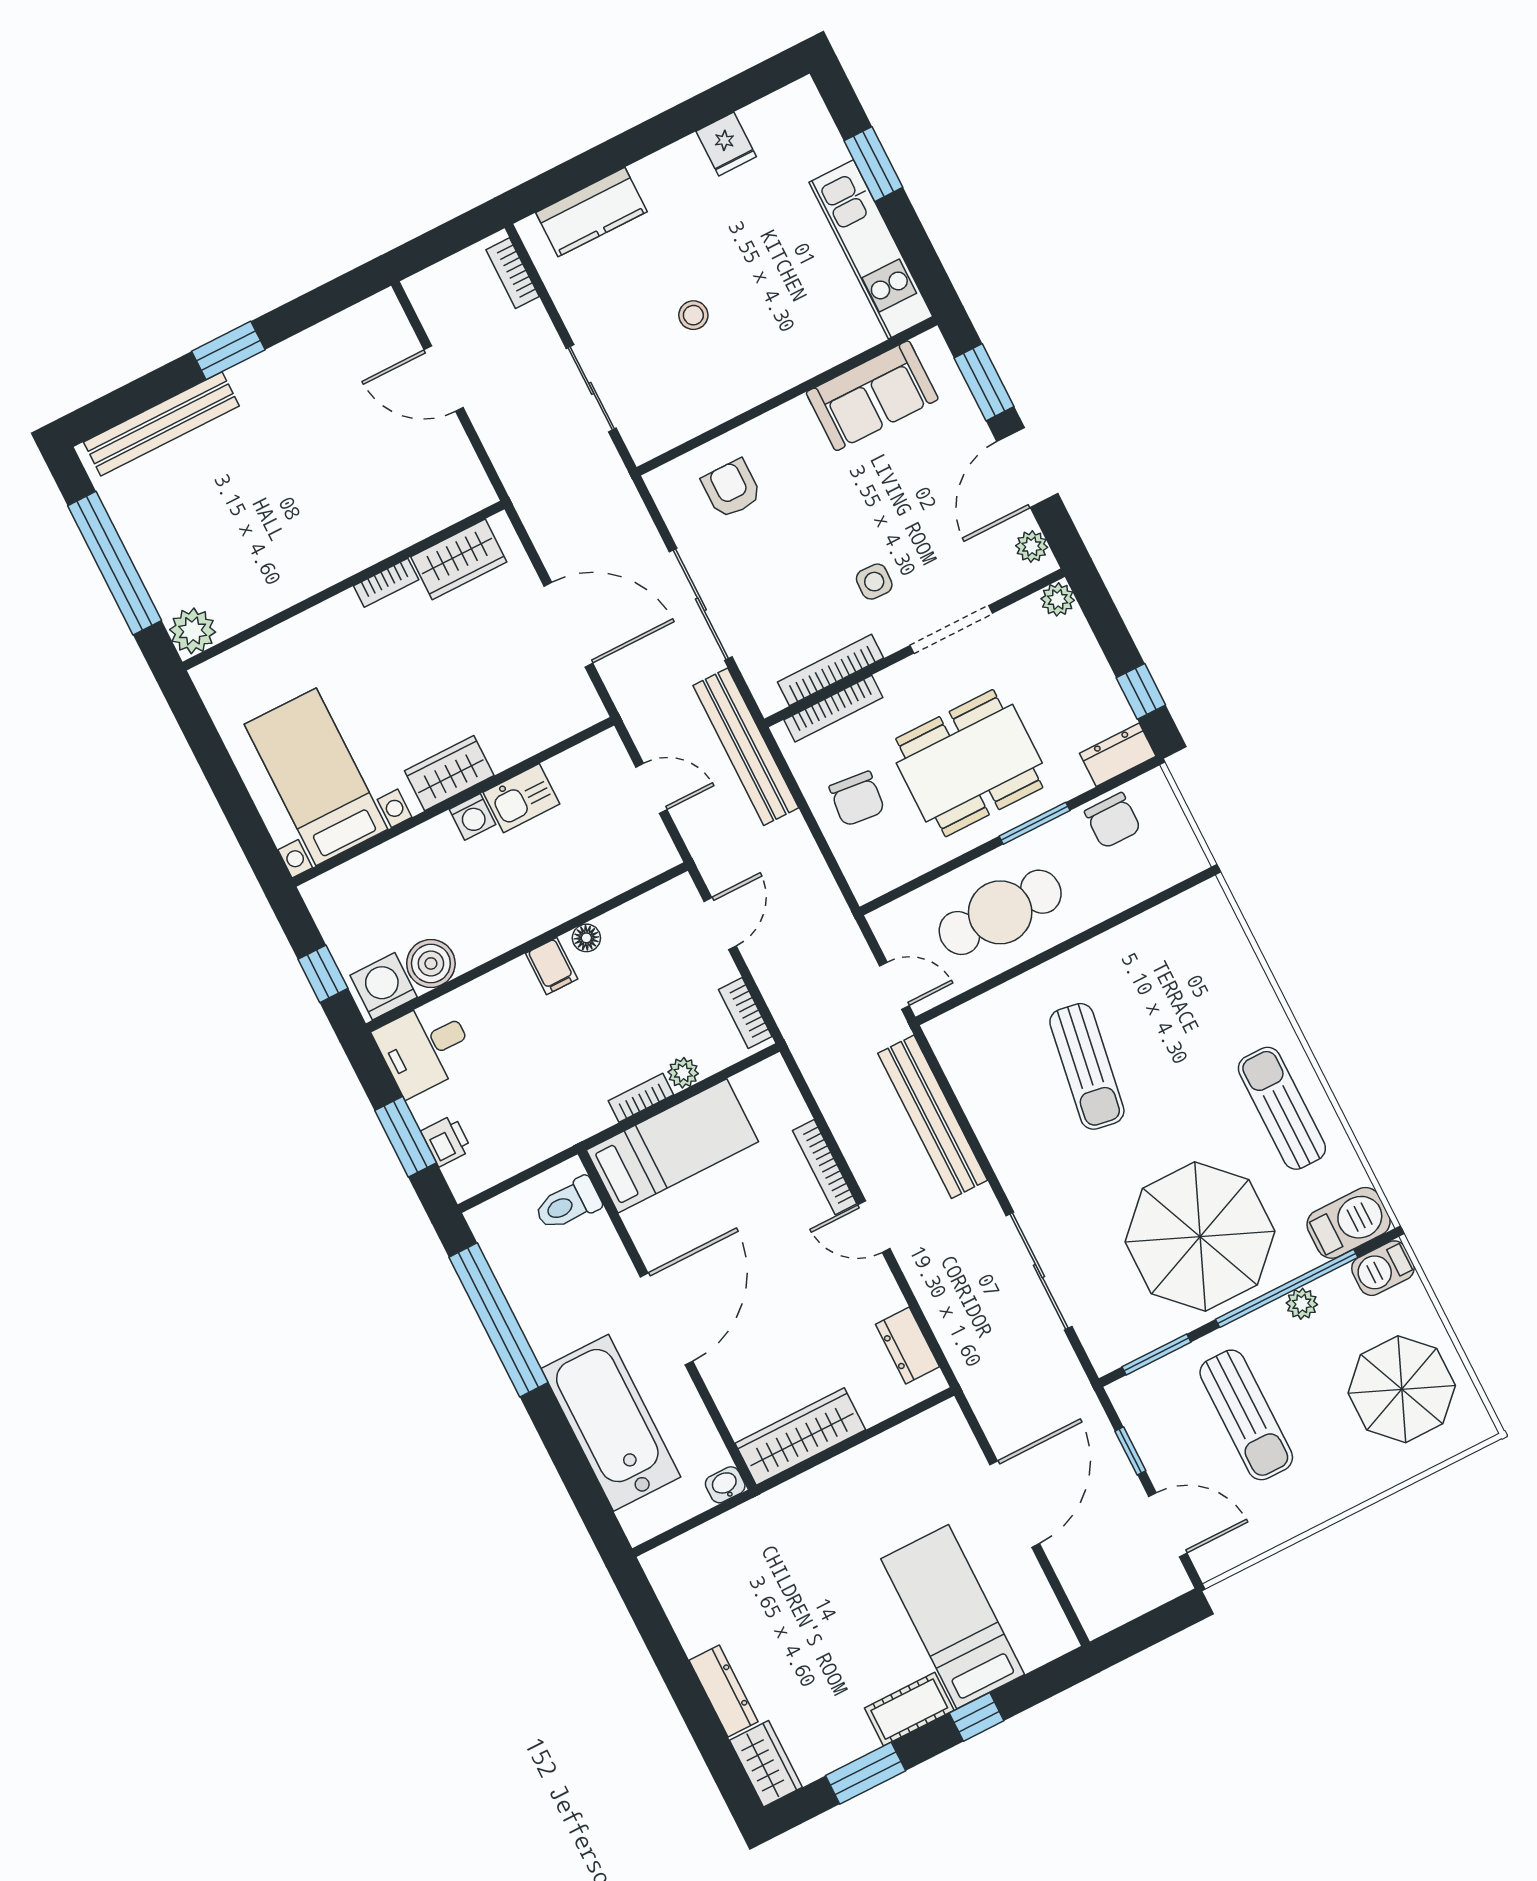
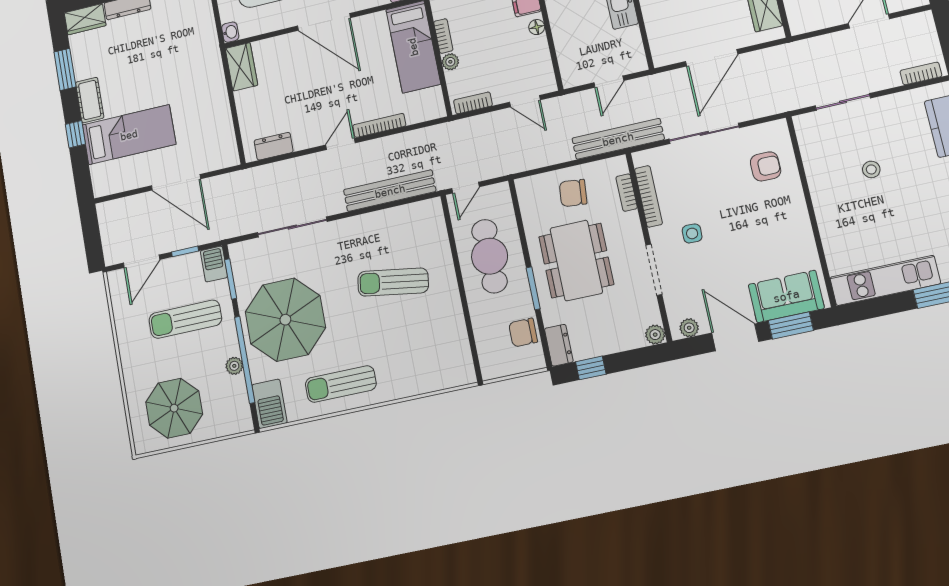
sofa: (872, 396) -> (786, 296), moved, turned 90
bookcase: (833, 709) -> (627, 193), width x0.64
sun lounger: (1282, 1108) -> (341, 384), turned 180
barbecue: (1383, 1268) -> (214, 264), moved
wardrobe: (800, 1436) -> (241, 67), width x0.67

